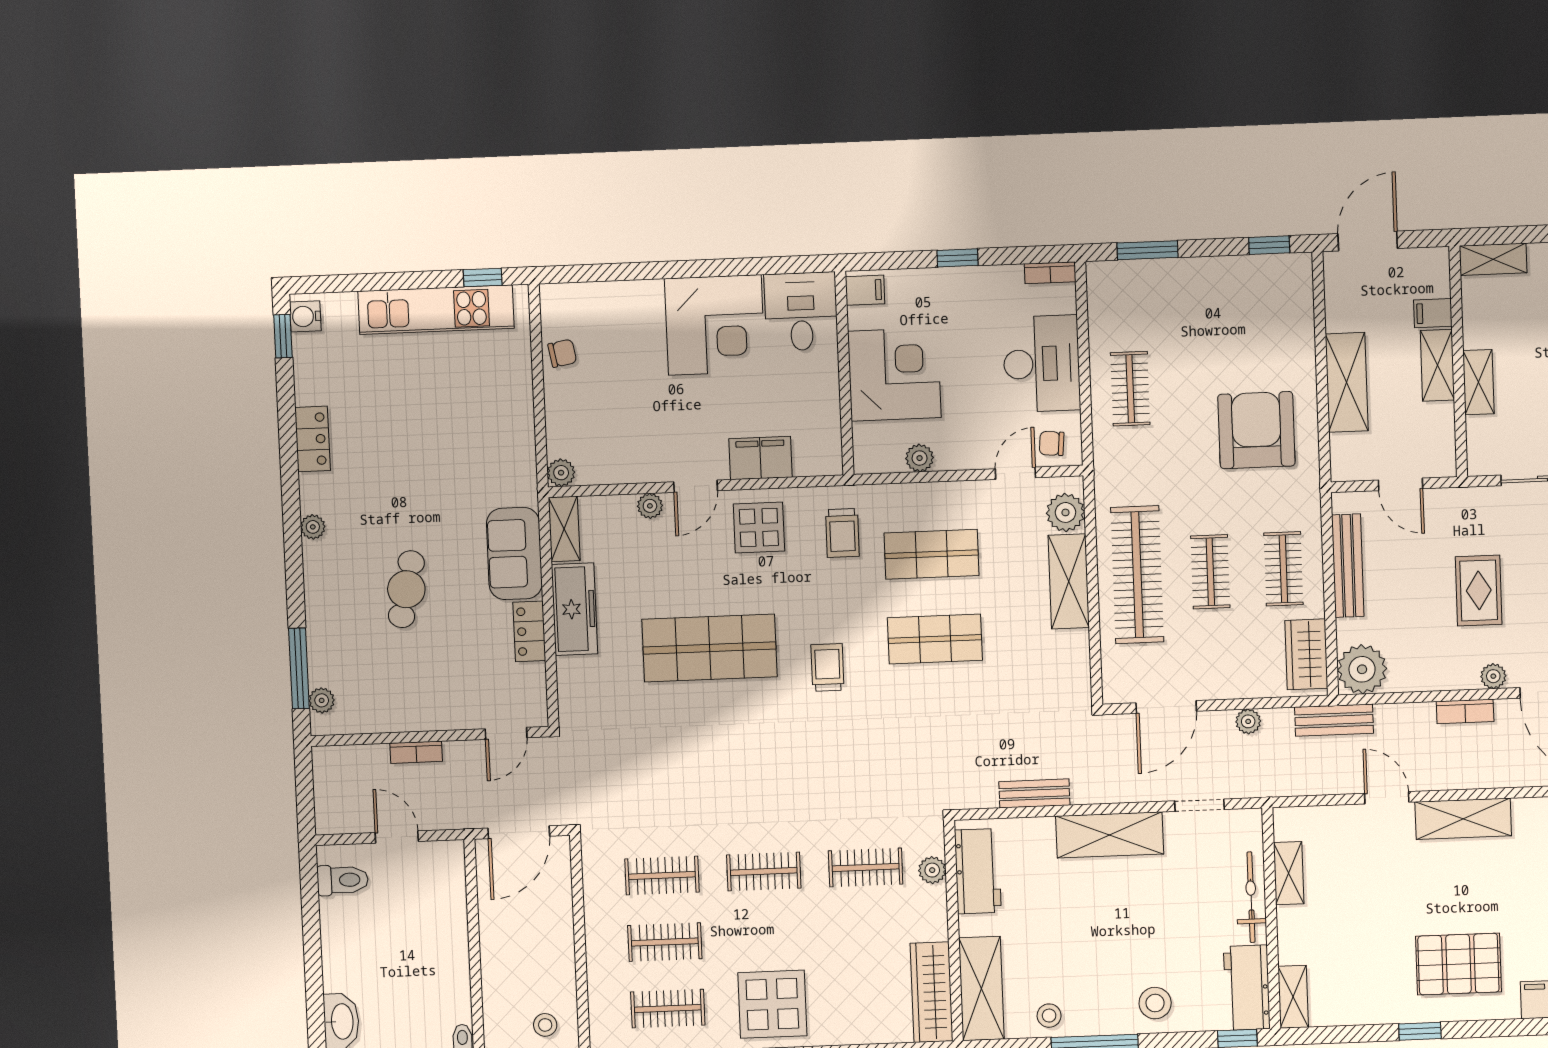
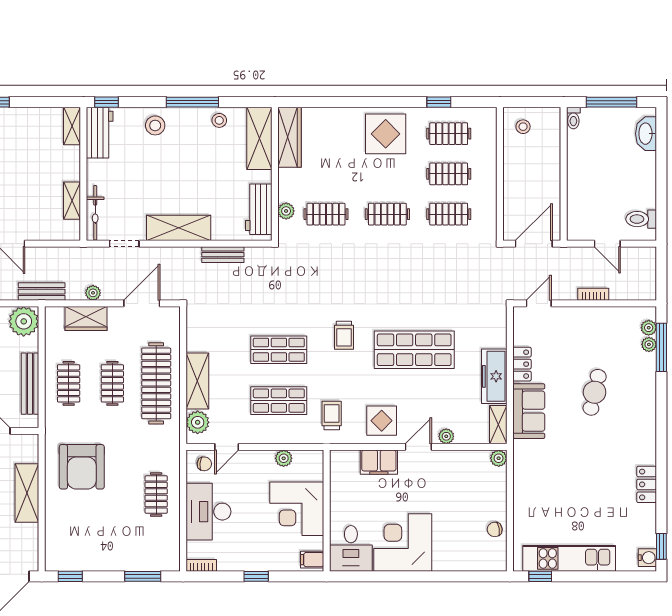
plant: (313, 527) -> (649, 344), moved
wardrobe: (1306, 654) -> (86, 319), moved, turned 90
bicycle: (1251, 897) -> (95, 213), moved

